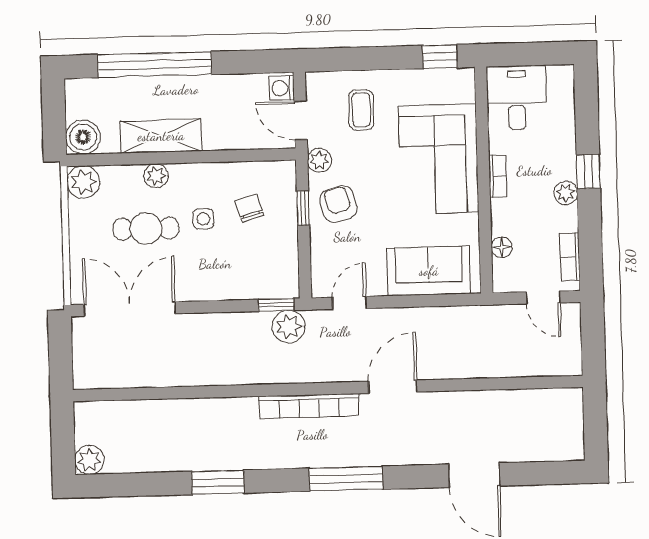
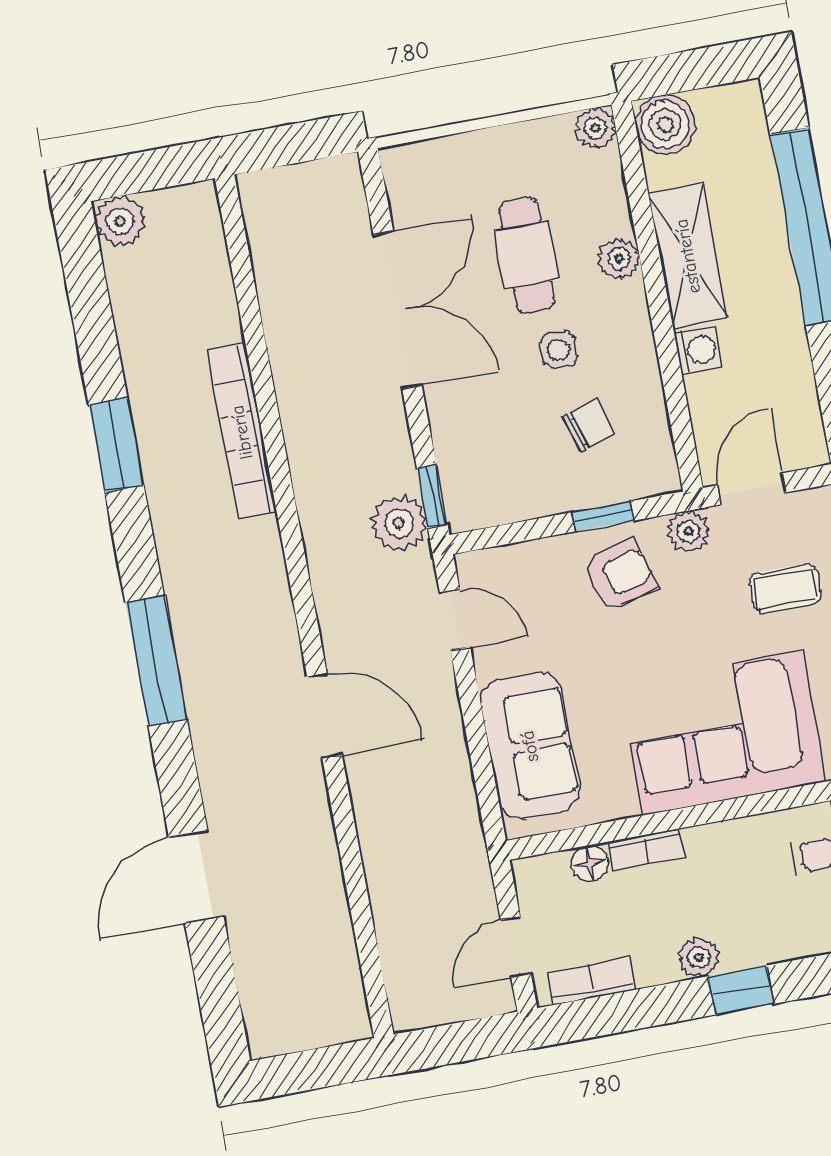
washing machine: (282, 88) -> (698, 350), moved, turned 90
bookcase: (498, 176) -> (646, 849), moved
plant: (83, 182) -> (595, 128), width x0.73, depth x0.73
double door: (130, 309) -> (398, 310), moved
bookcase: (309, 406) -> (242, 432), moved

